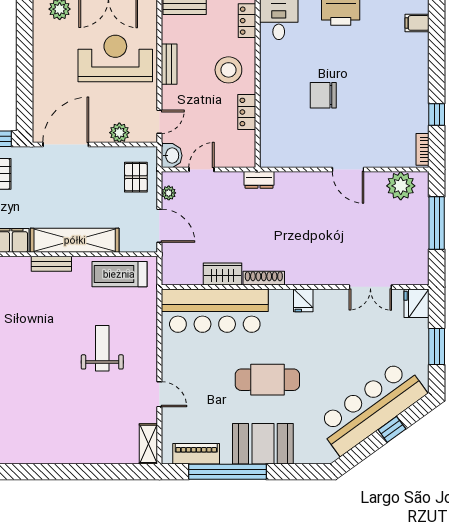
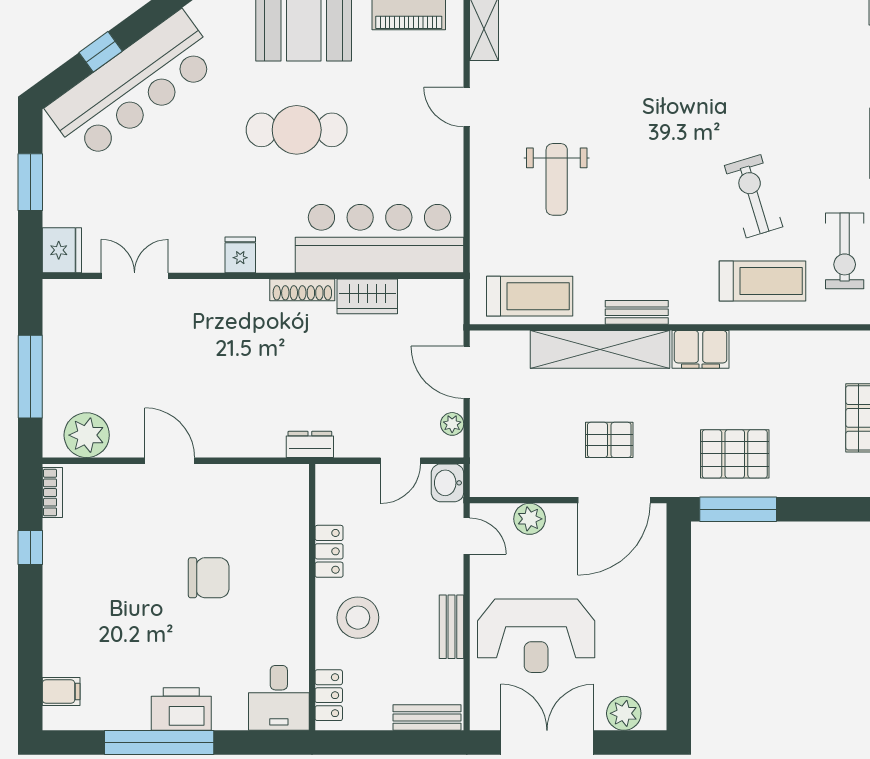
door: (159, 122) -> (467, 536), swing flipped
pallet: (136, 177) -> (609, 440), moved, turned 90

